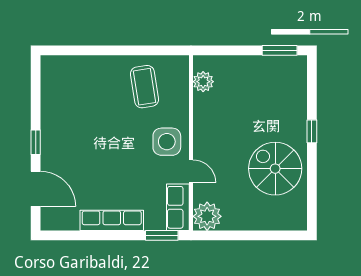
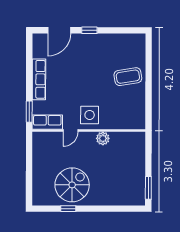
plant: (203, 82) -> (103, 138), moved
coffee table: (144, 87) -> (128, 77), moved
window: (312, 131) -> (68, 209), moved
plant: (207, 216) -> (41, 141), removed

